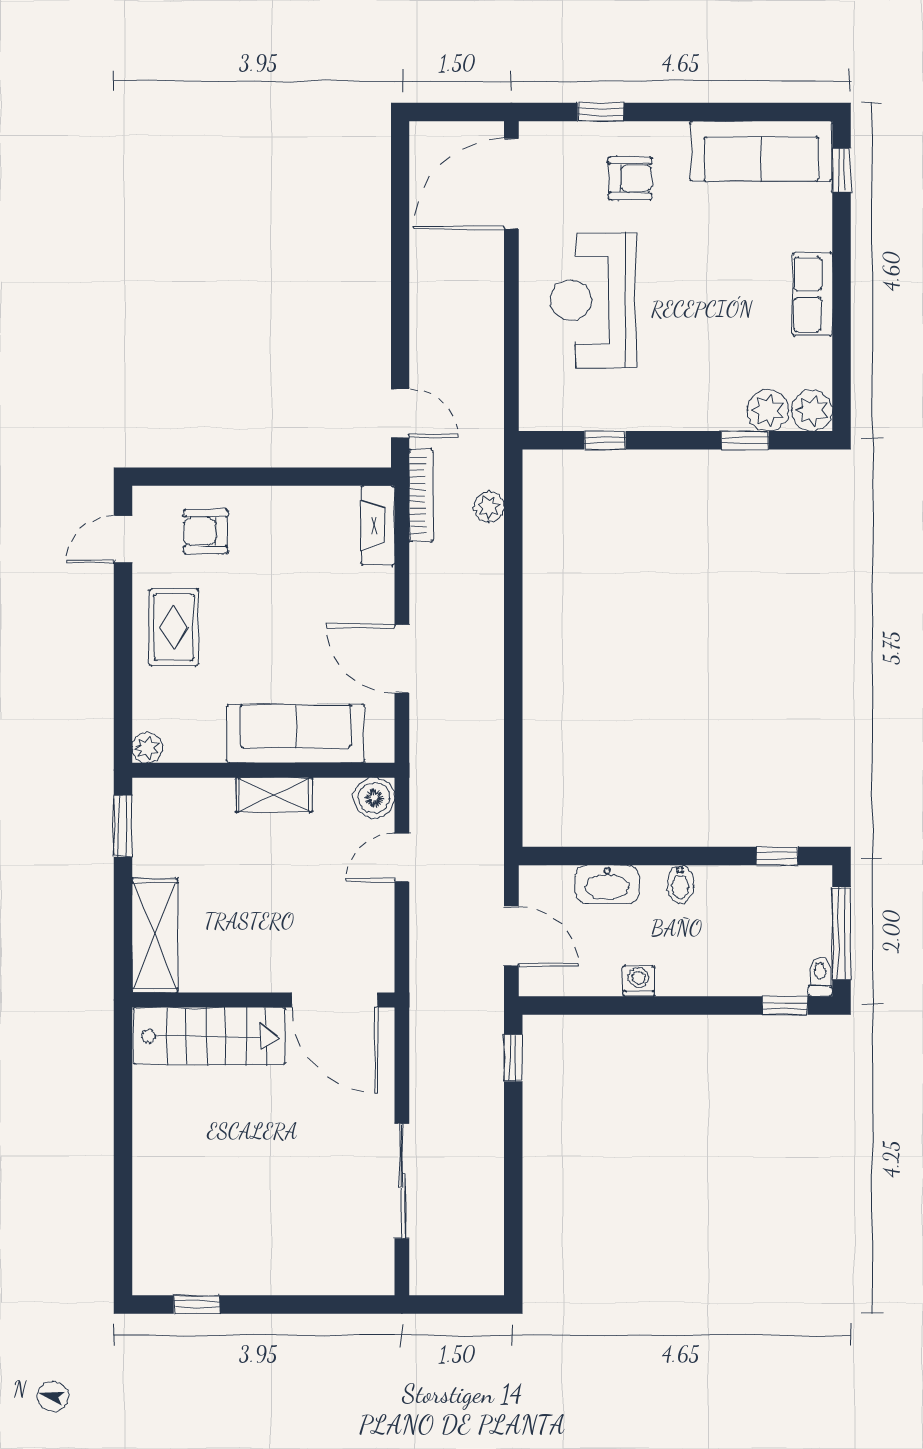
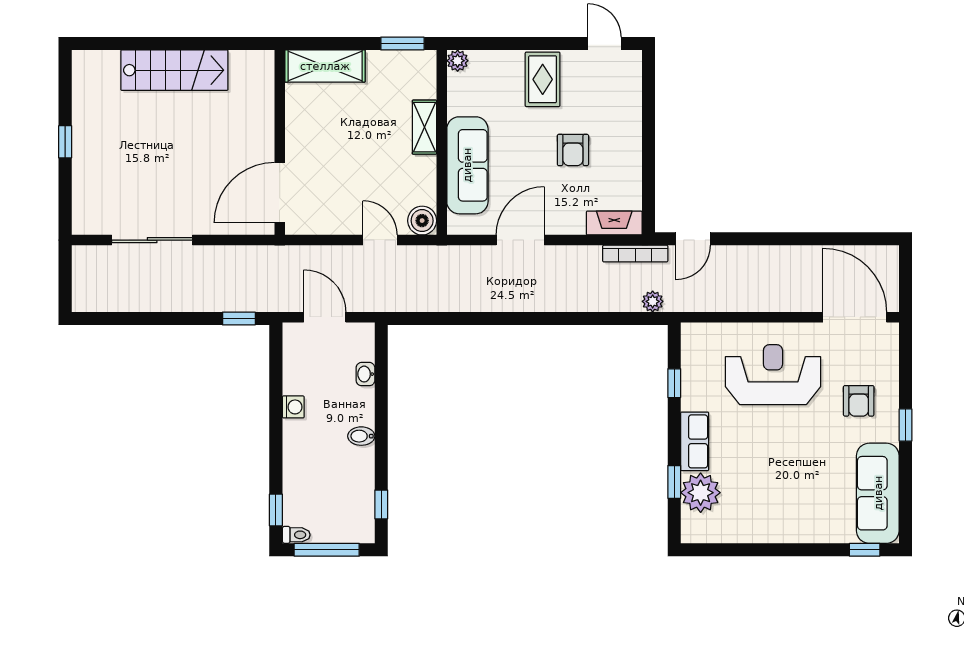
window: (601, 112) -> (906, 425), moved
row of seats: (812, 294) -> (695, 441), moved, turned 90
plant: (768, 410) -> (701, 493), width x1.36, depth x1.36
plant: (812, 411) -> (695, 529), removed
plant: (489, 507) -> (653, 301), moved
armchair: (206, 531) -> (573, 150), moved, turned 180
rug: (174, 627) -> (543, 79), turned 90
shelving: (274, 795) -> (424, 127), moved
washbasin: (607, 884) -> (365, 374), width x0.52, depth x0.69
door: (511, 936) -> (325, 317), swing flipped
stairs: (209, 1036) -> (174, 70), moved, turned -90
window: (197, 1305) -> (65, 142), moved

